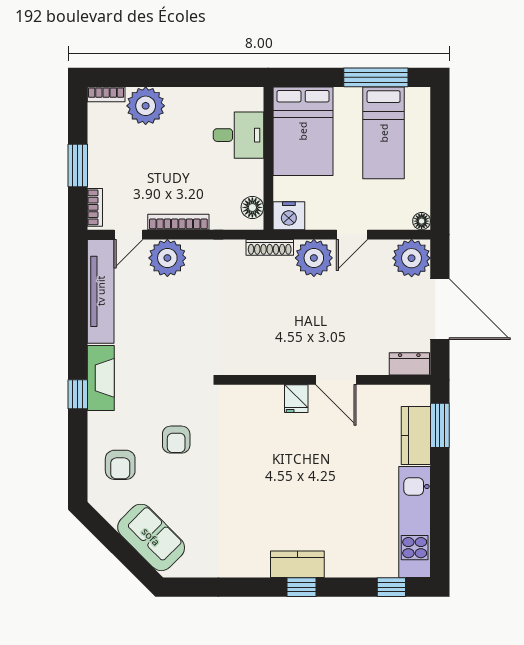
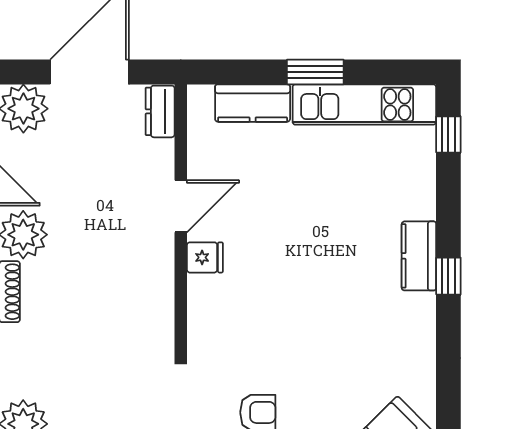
window: (440, 425) -> (315, 72), moved
window: (302, 587) -> (448, 276), moved

